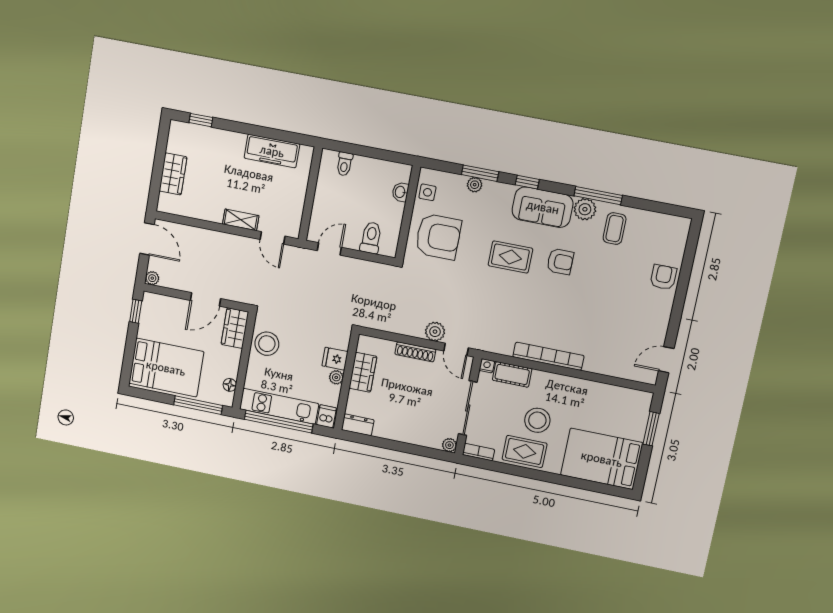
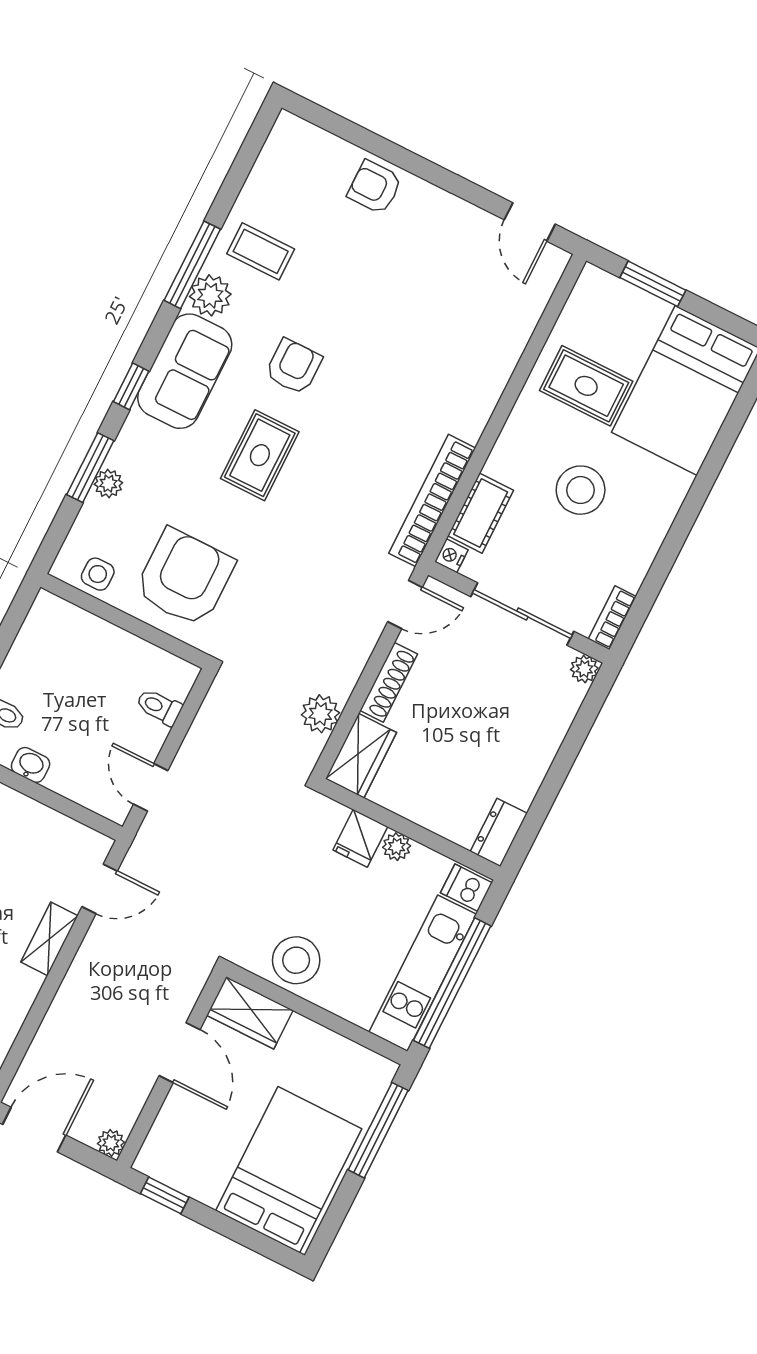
washbasin: (400, 192) -> (31, 765), moved, turned 180
toilet: (371, 238) -> (159, 707), width x0.73, depth x0.72
plant: (435, 332) -> (320, 714), moved
bookcase: (548, 356) -> (432, 501), moved
wardrobe: (363, 372) -> (361, 756), moved, turned 90
floor lamp: (230, 385) -> (356, 1056), removed
rug: (525, 451) -> (586, 386), moved, turned 90

